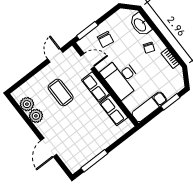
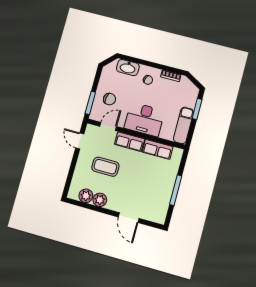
window: (94, 161) -> (176, 190), moved

